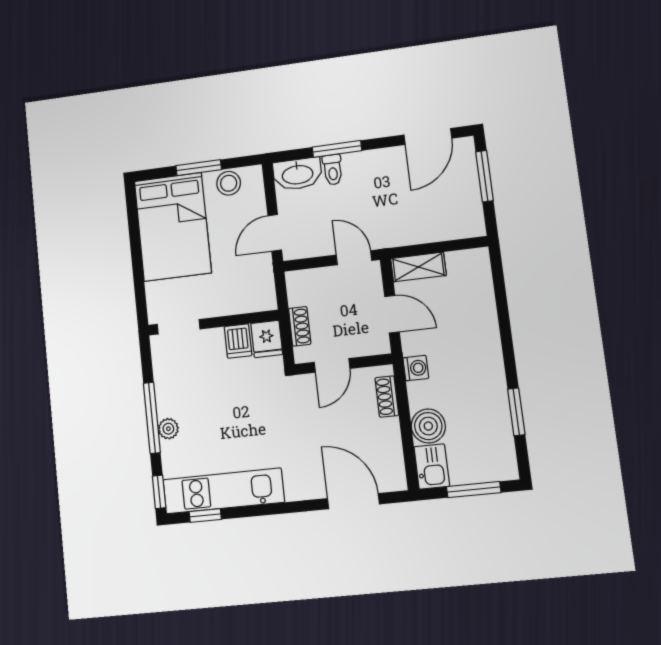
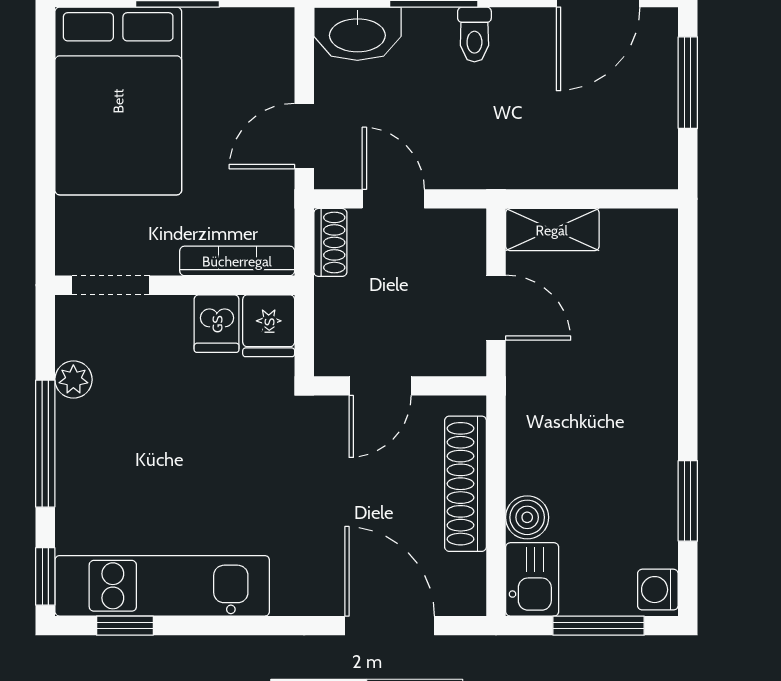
toilet: (333, 170) -> (474, 35), moved
stool: (229, 183) -> (230, 34), removed
door: (354, 258) -> (393, 199), moved
bookcase: (246, 305) -> (237, 261), added
shoe rack: (300, 326) -> (330, 242), moved
washing machine: (416, 368) -> (658, 590), moved, turned 180
shoe rack: (387, 397) -> (466, 484), width x1.94, depth x1.24
boiler: (428, 426) -> (527, 517), width x0.73, depth x0.73
plant: (168, 429) -> (73, 380), moved

